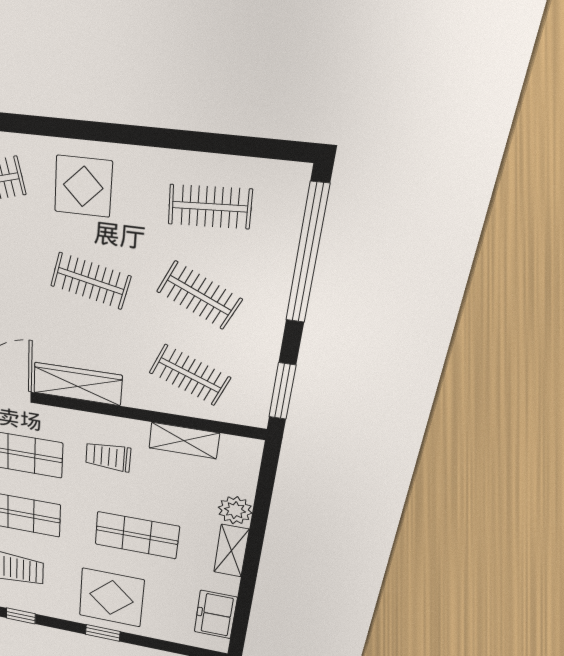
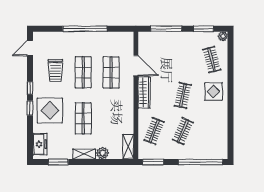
clothes rail: (210, 207) -> (212, 131), removed
shelving: (184, 441) -> (128, 146), moved
trolley: (108, 457) -> (116, 105), removed
window: (243, 607) -> (58, 162), added
freezer: (216, 615) -> (40, 144), moved, turned 90
window: (21, 616) -> (30, 88), moved

